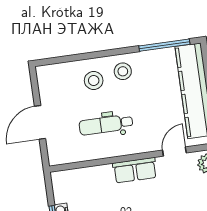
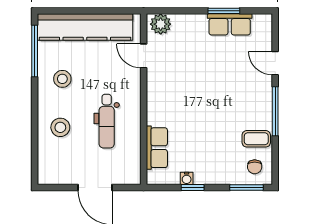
stool: (123, 71) -> (62, 79), moved
row of seats: (135, 170) -> (157, 148), moved

